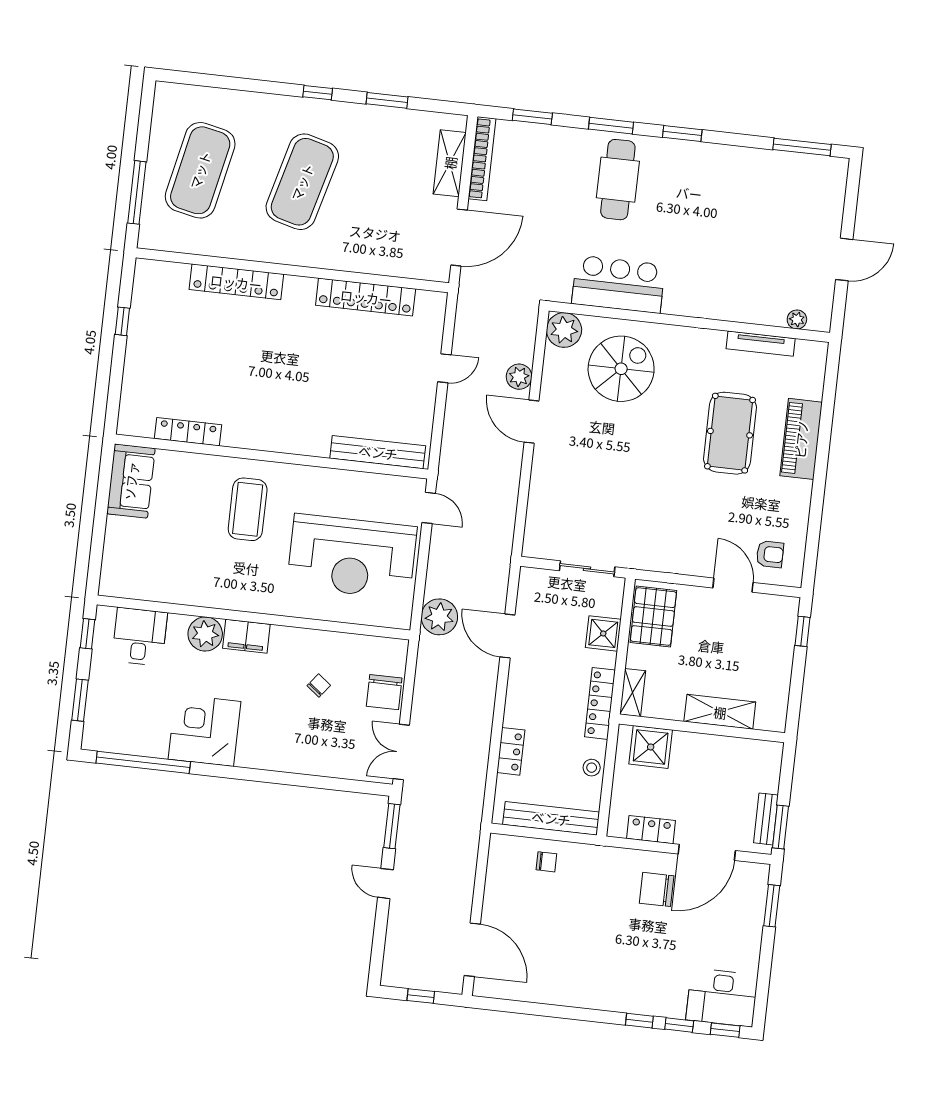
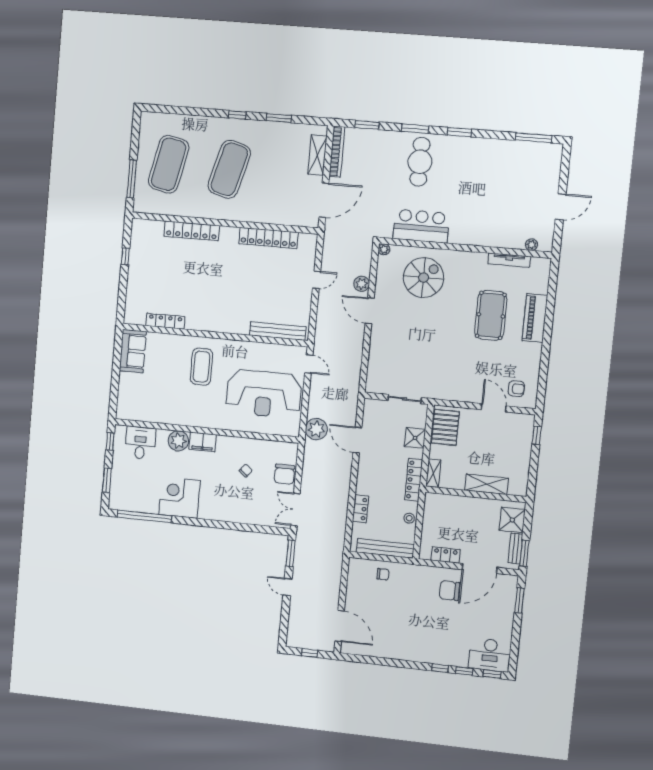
plant: (564, 330) -> (384, 249), width x0.53, depth x0.53
shower: (651, 747) -> (512, 520), moved

